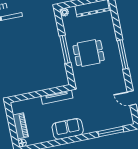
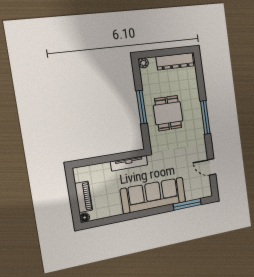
dining table: (89, 53) -> (168, 113), turned 90
sofa: (68, 129) -> (153, 195), width x1.85, depth x1.27

